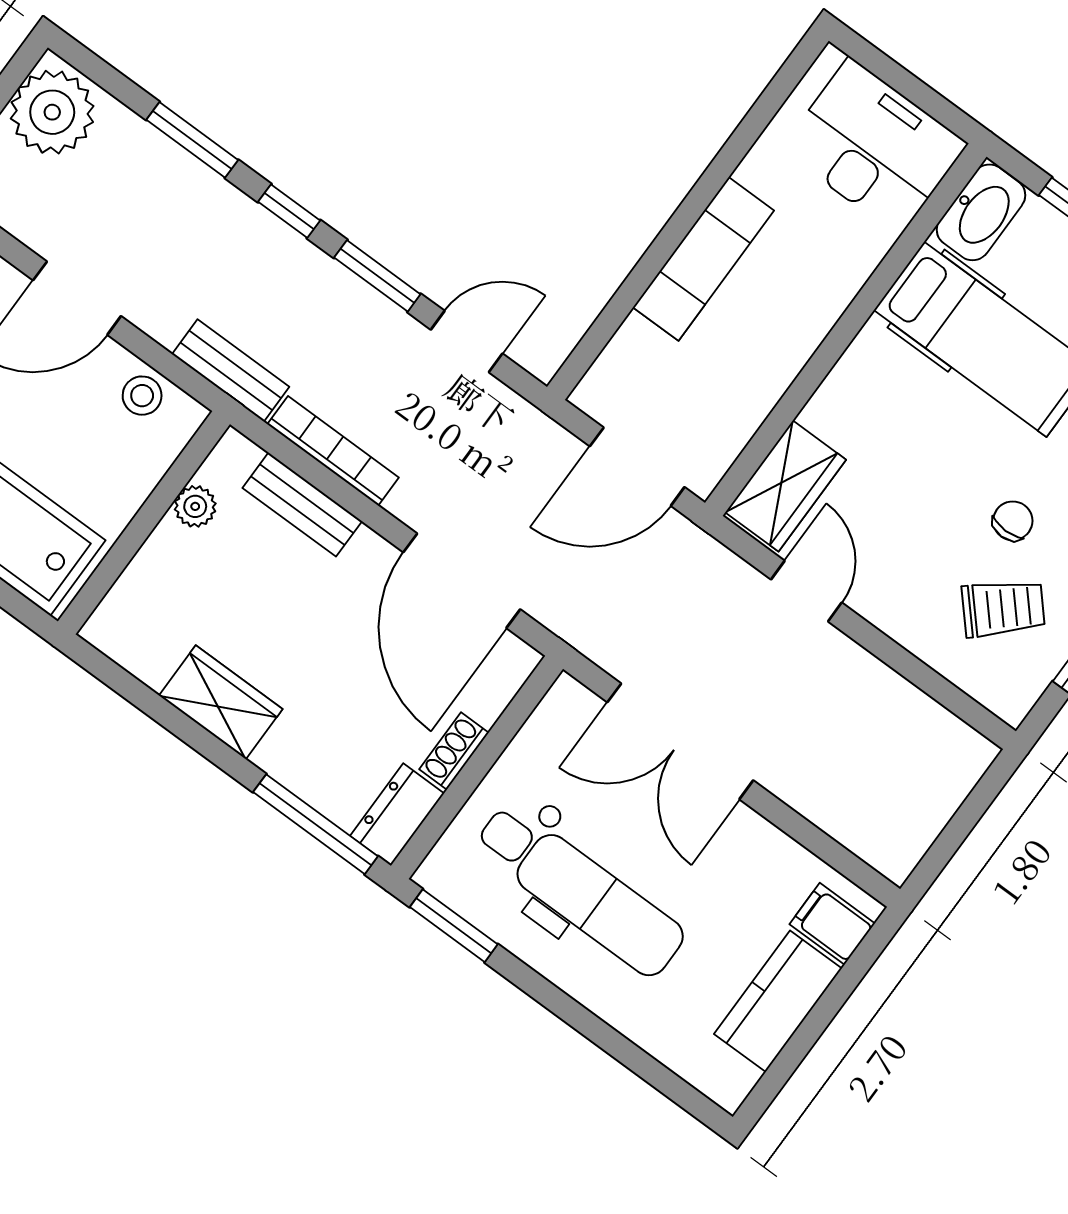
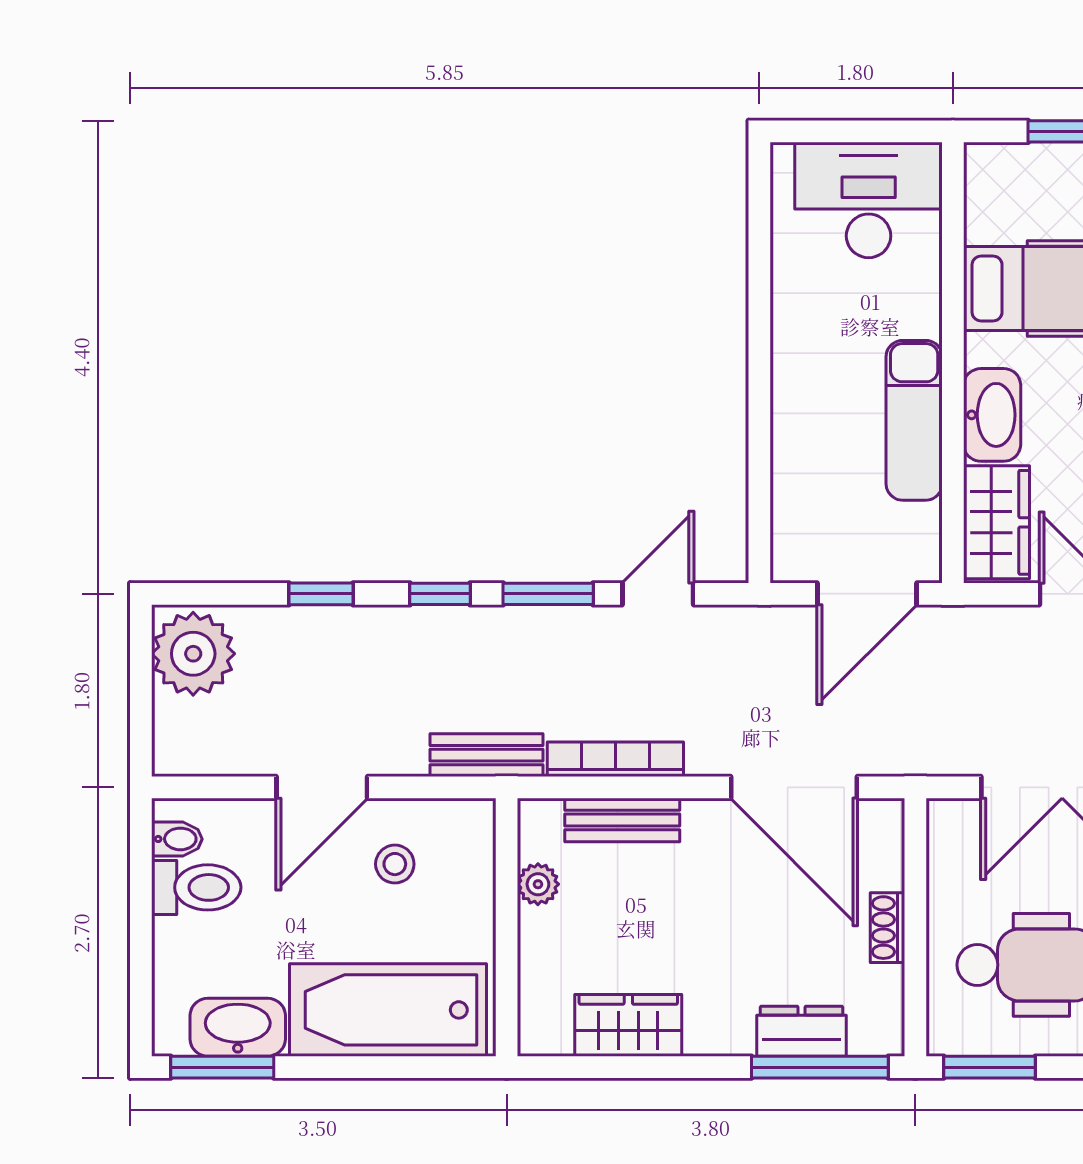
window: (192, 140) -> (321, 594), width x0.67
washbasin: (981, 212) -> (992, 415), moved
exam couch: (703, 259) -> (914, 420), moved, turned 180
stool: (142, 396) -> (395, 864), moved
wardrobe: (221, 702) -> (628, 1025), moved
dresser: (397, 815) -> (801, 1031), moved, turned 90

